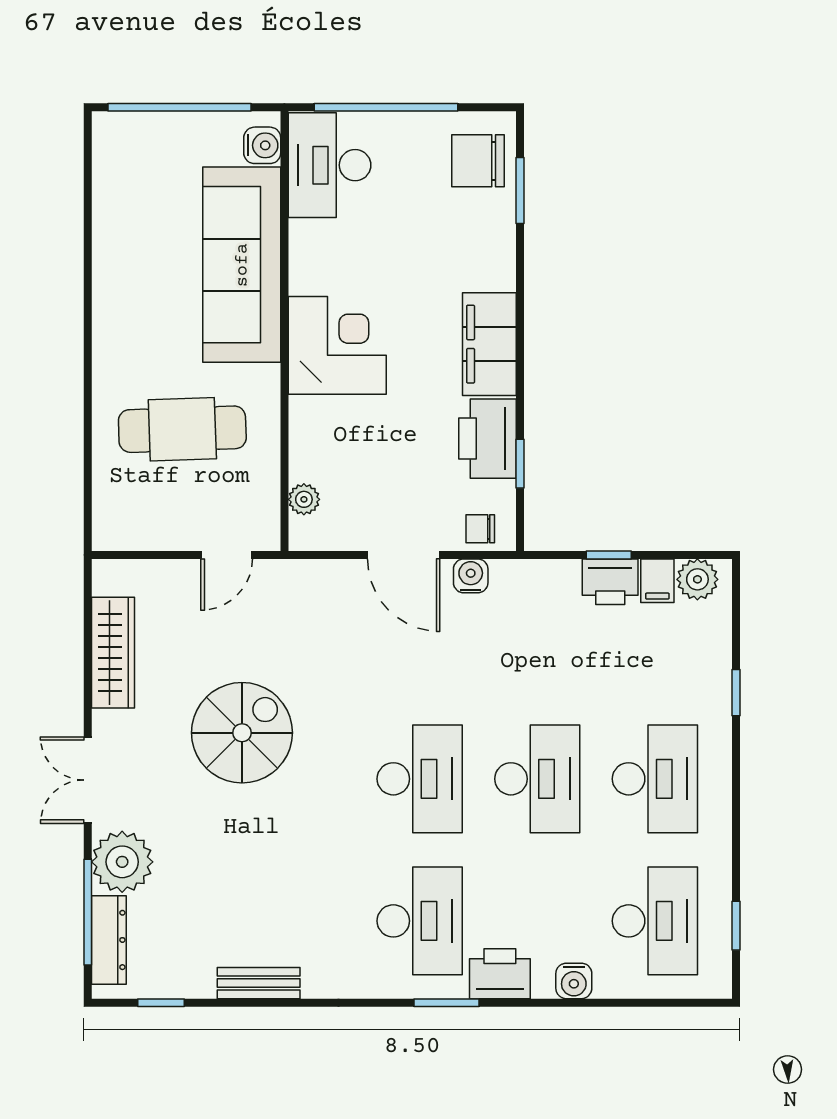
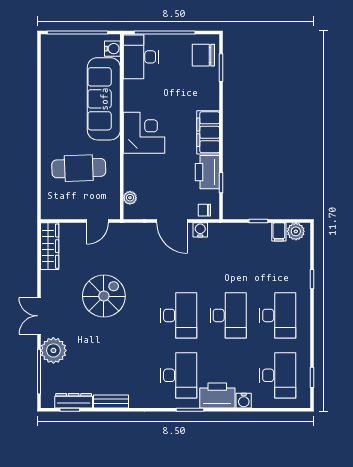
printer: (610, 582) -> (259, 232), removed
wardrobe: (113, 653) -> (50, 246), moved
dresser: (109, 940) -> (74, 401), moved, turned -90
printer: (500, 974) -> (217, 396), width x1.37, depth x1.19

